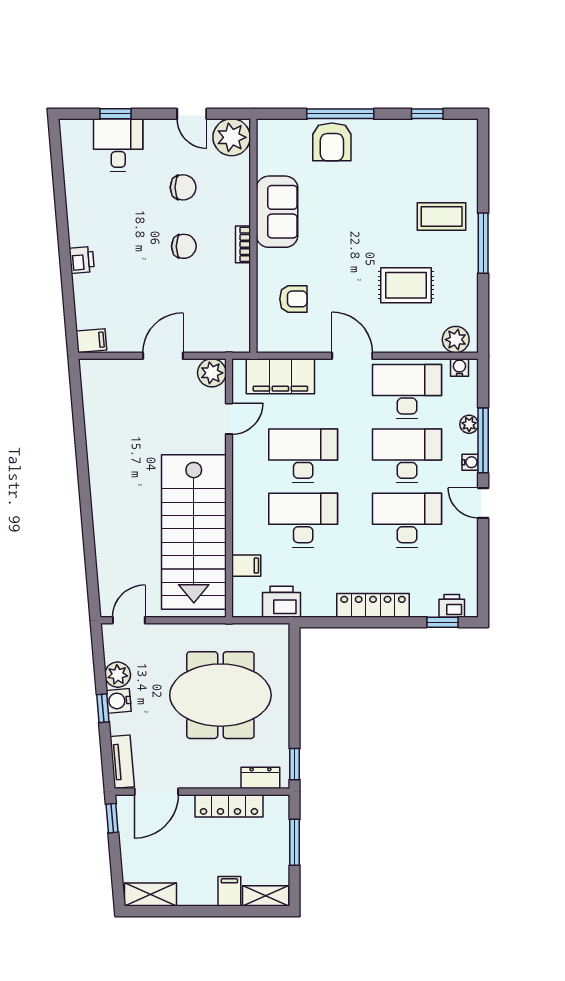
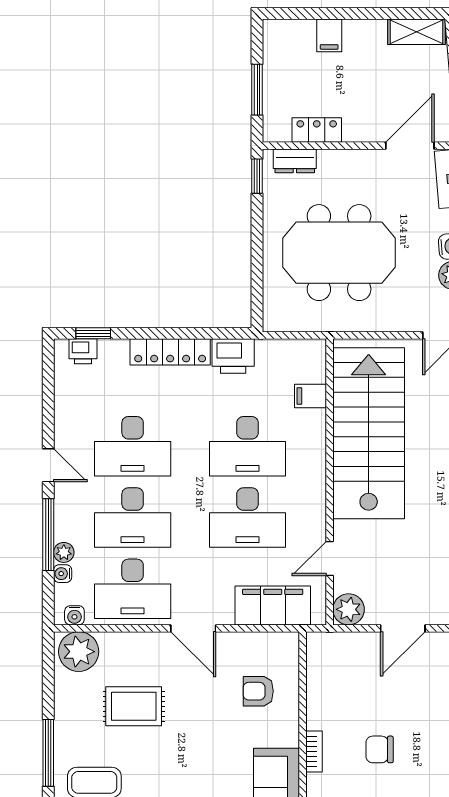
plant: (456, 340) -> (79, 652), width x1.36, depth x1.36
water cooler: (470, 462) -> (63, 574), moved
printer: (281, 602) -> (233, 356), moved
locker: (229, 806) -> (317, 130), width x0.66
shelving: (266, 896) -> (289, 30), removed

